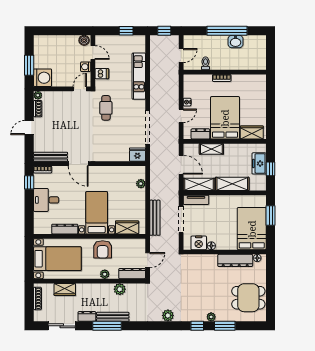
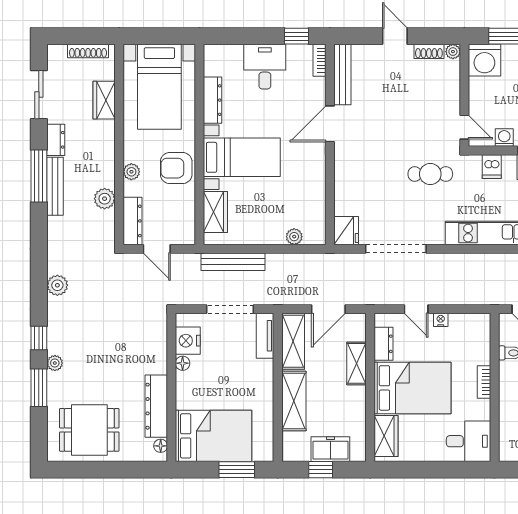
desk: (255, 87) -> (469, 441), added
dining table: (248, 298) -> (89, 430), turned 90

